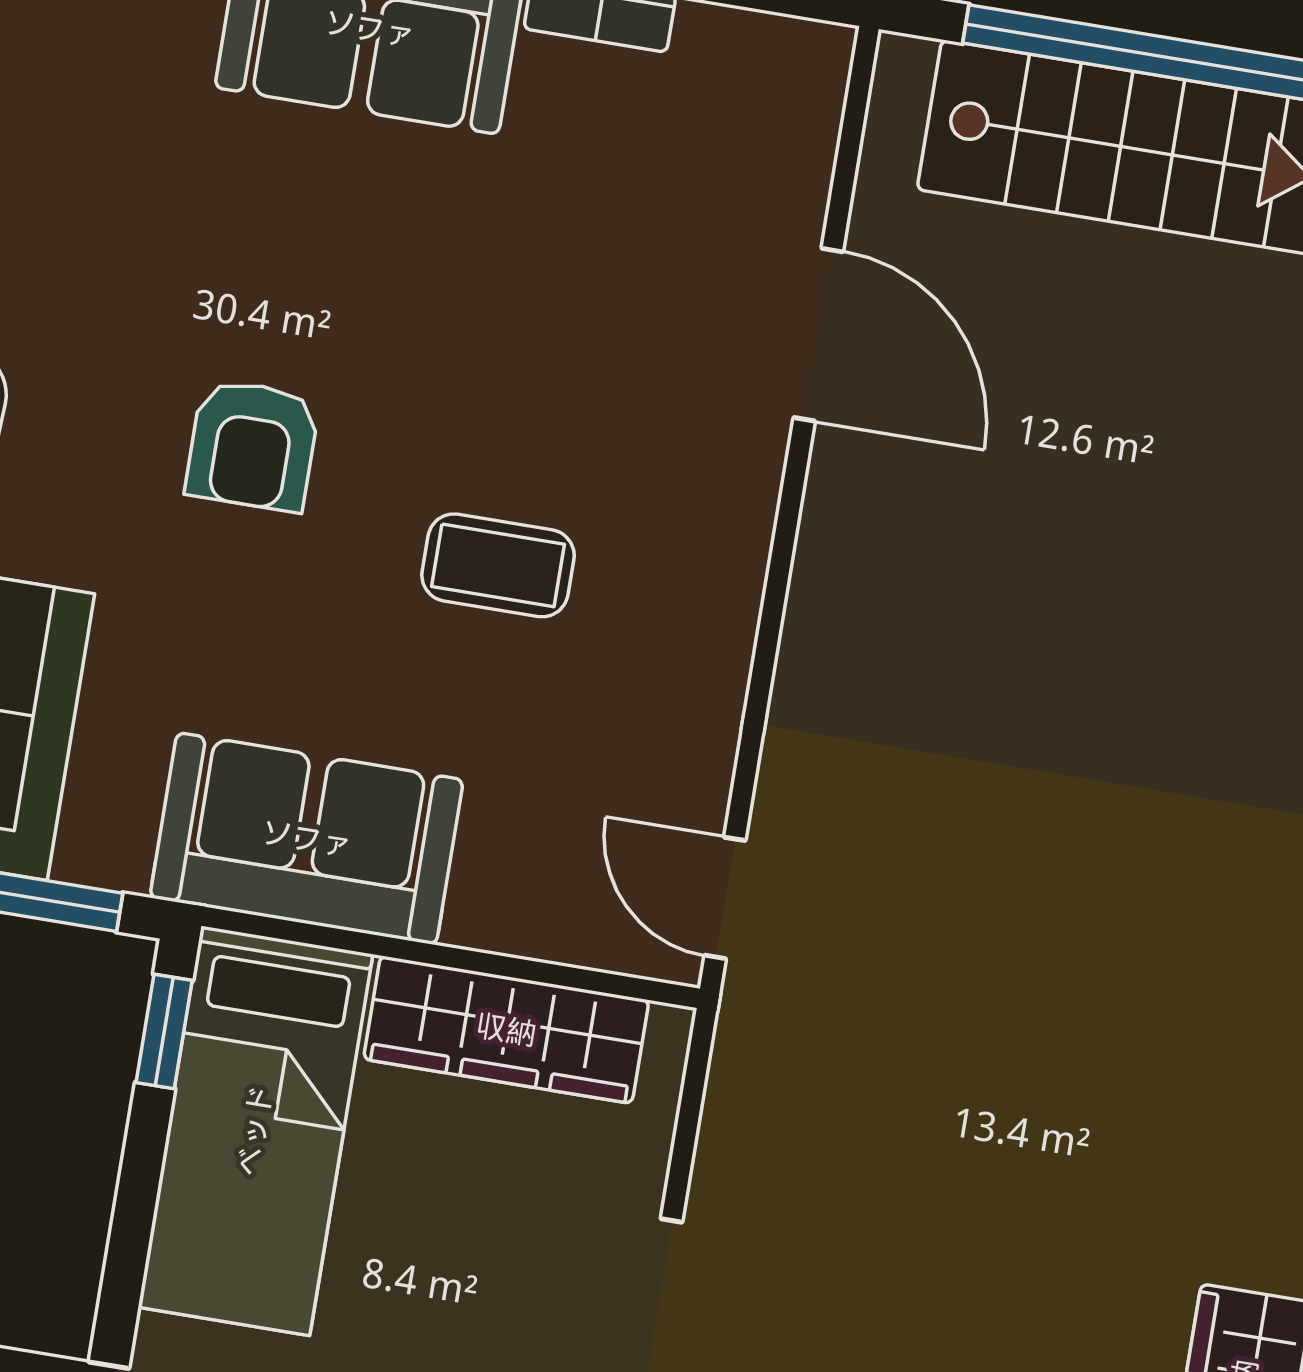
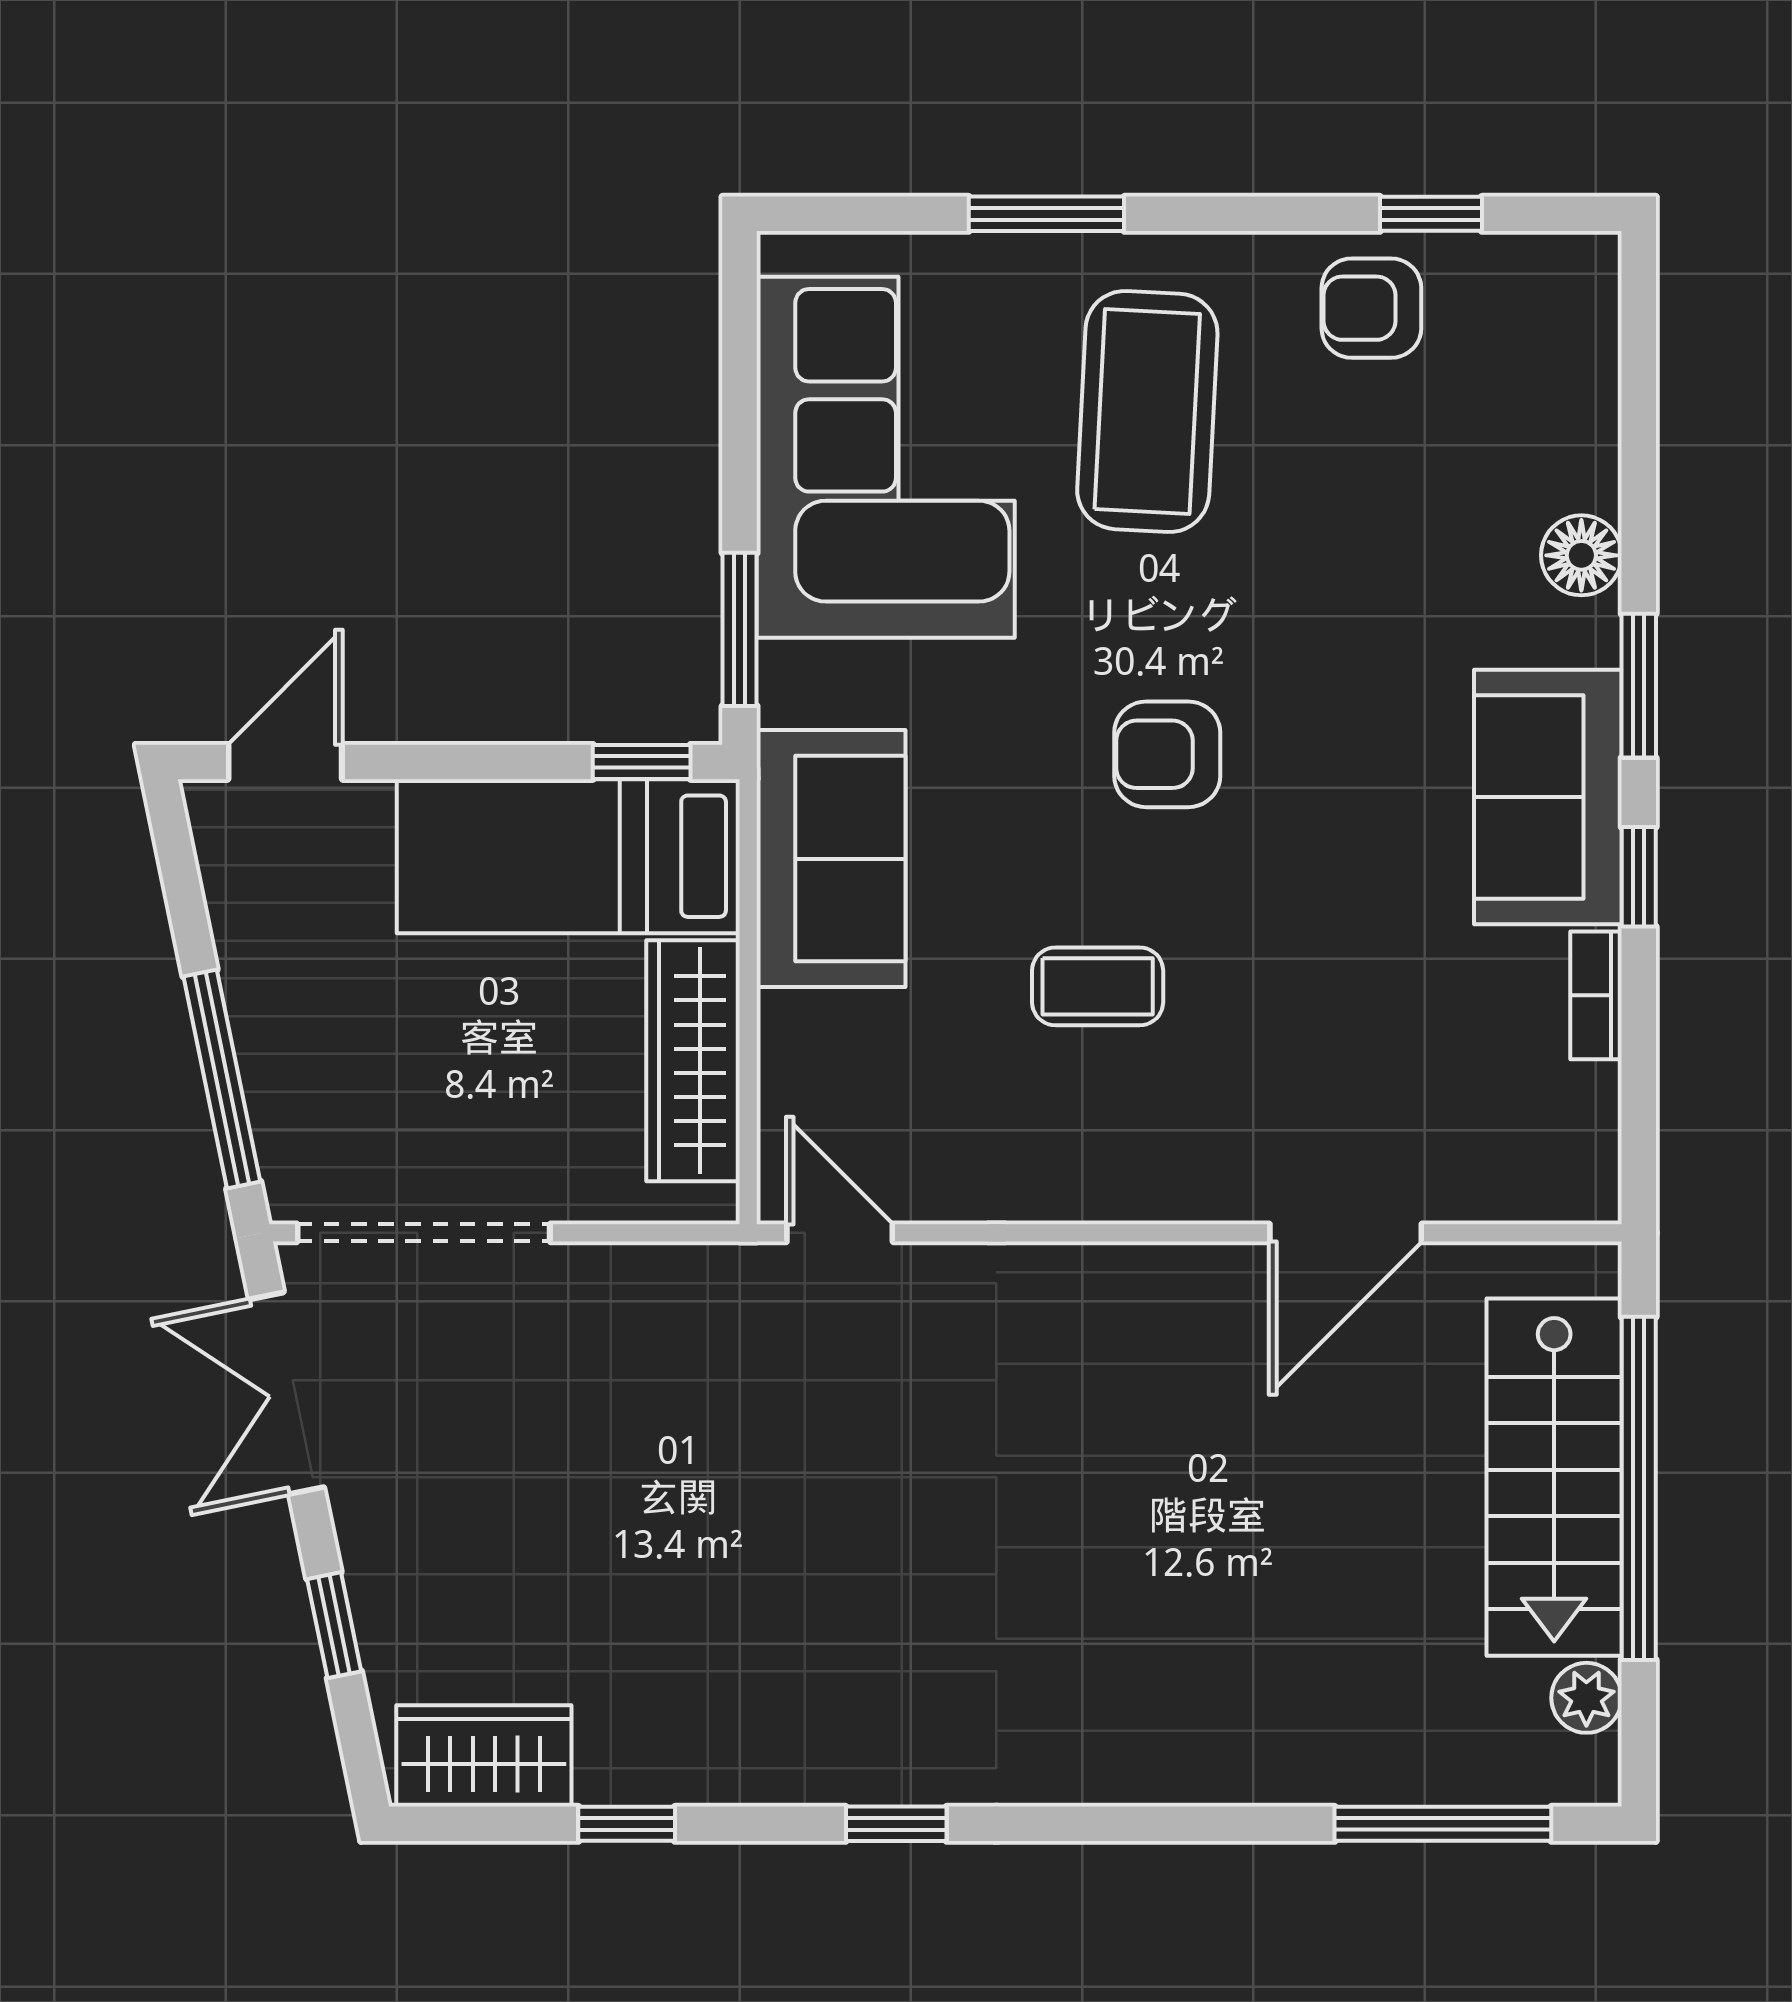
coffee table: (498, 565) -> (1098, 986), turned 90
door: (725, 898) -> (840, 1233), hinge flipped

